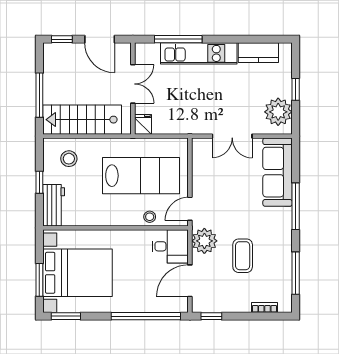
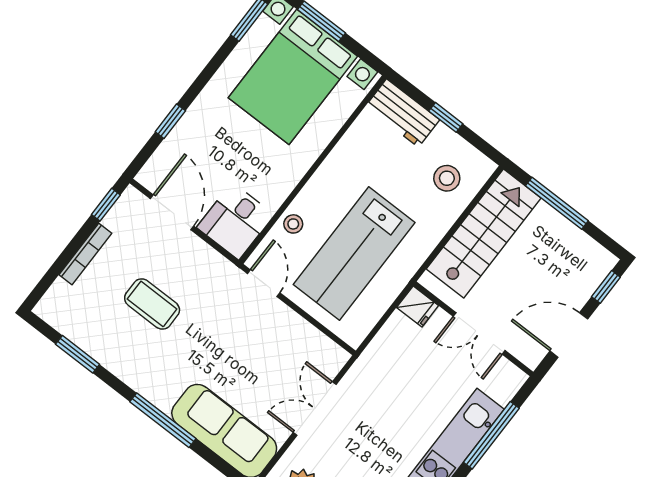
plant: (204, 241) -> (208, 270), removed
window: (296, 273) -> (78, 354), width x0.69
bookcase: (264, 307) -> (85, 254), moved, width x1.56
window: (146, 316) -> (170, 121), width x0.32

